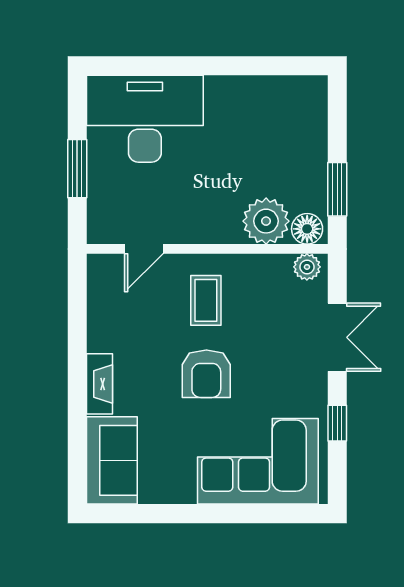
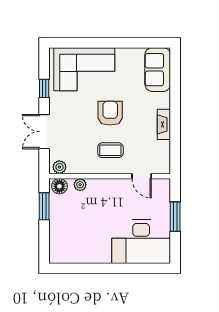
plant: (266, 221) -> (80, 185), width x0.53, depth x0.53
door: (144, 249) -> (142, 176), swing flipped
coffee table: (206, 300) -> (110, 150), turned 90
fireplace: (100, 384) -> (164, 124), moved

